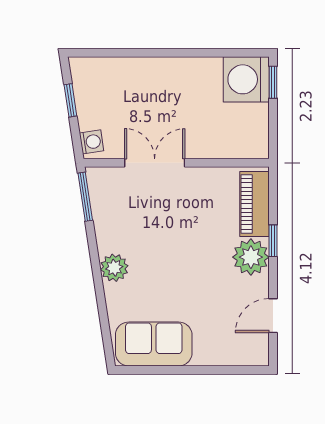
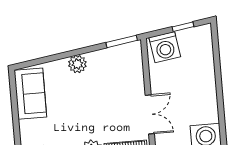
washing machine: (92, 142) -> (165, 47), width x1.89, depth x1.89
double door: (155, 163) -> (150, 114), moved

